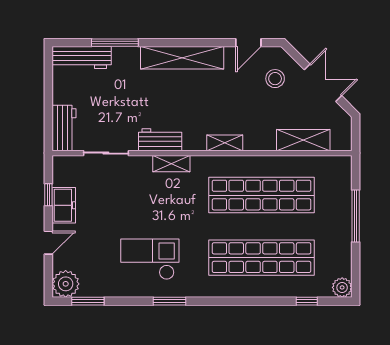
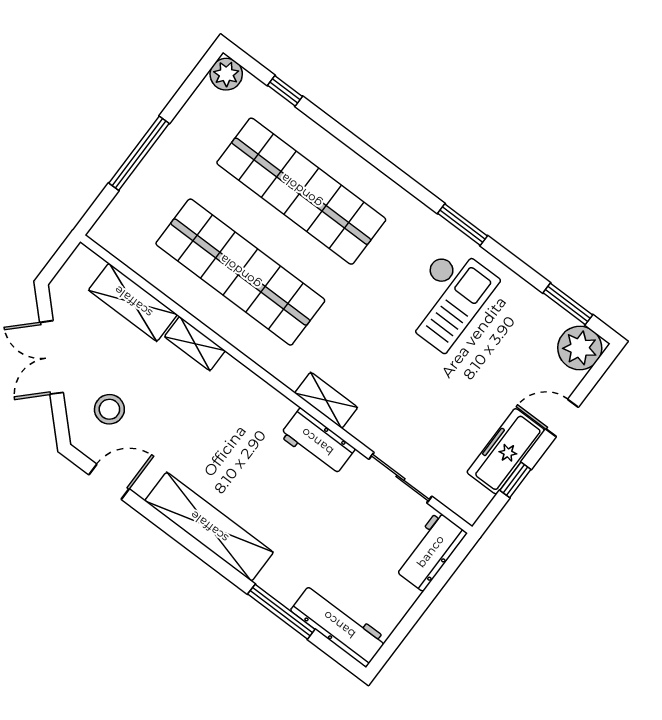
shelving: (225, 143) -> (195, 344), moved
freezer: (64, 205) -> (506, 451), width x1.40
checkout: (150, 259) -> (447, 298), turned -90

